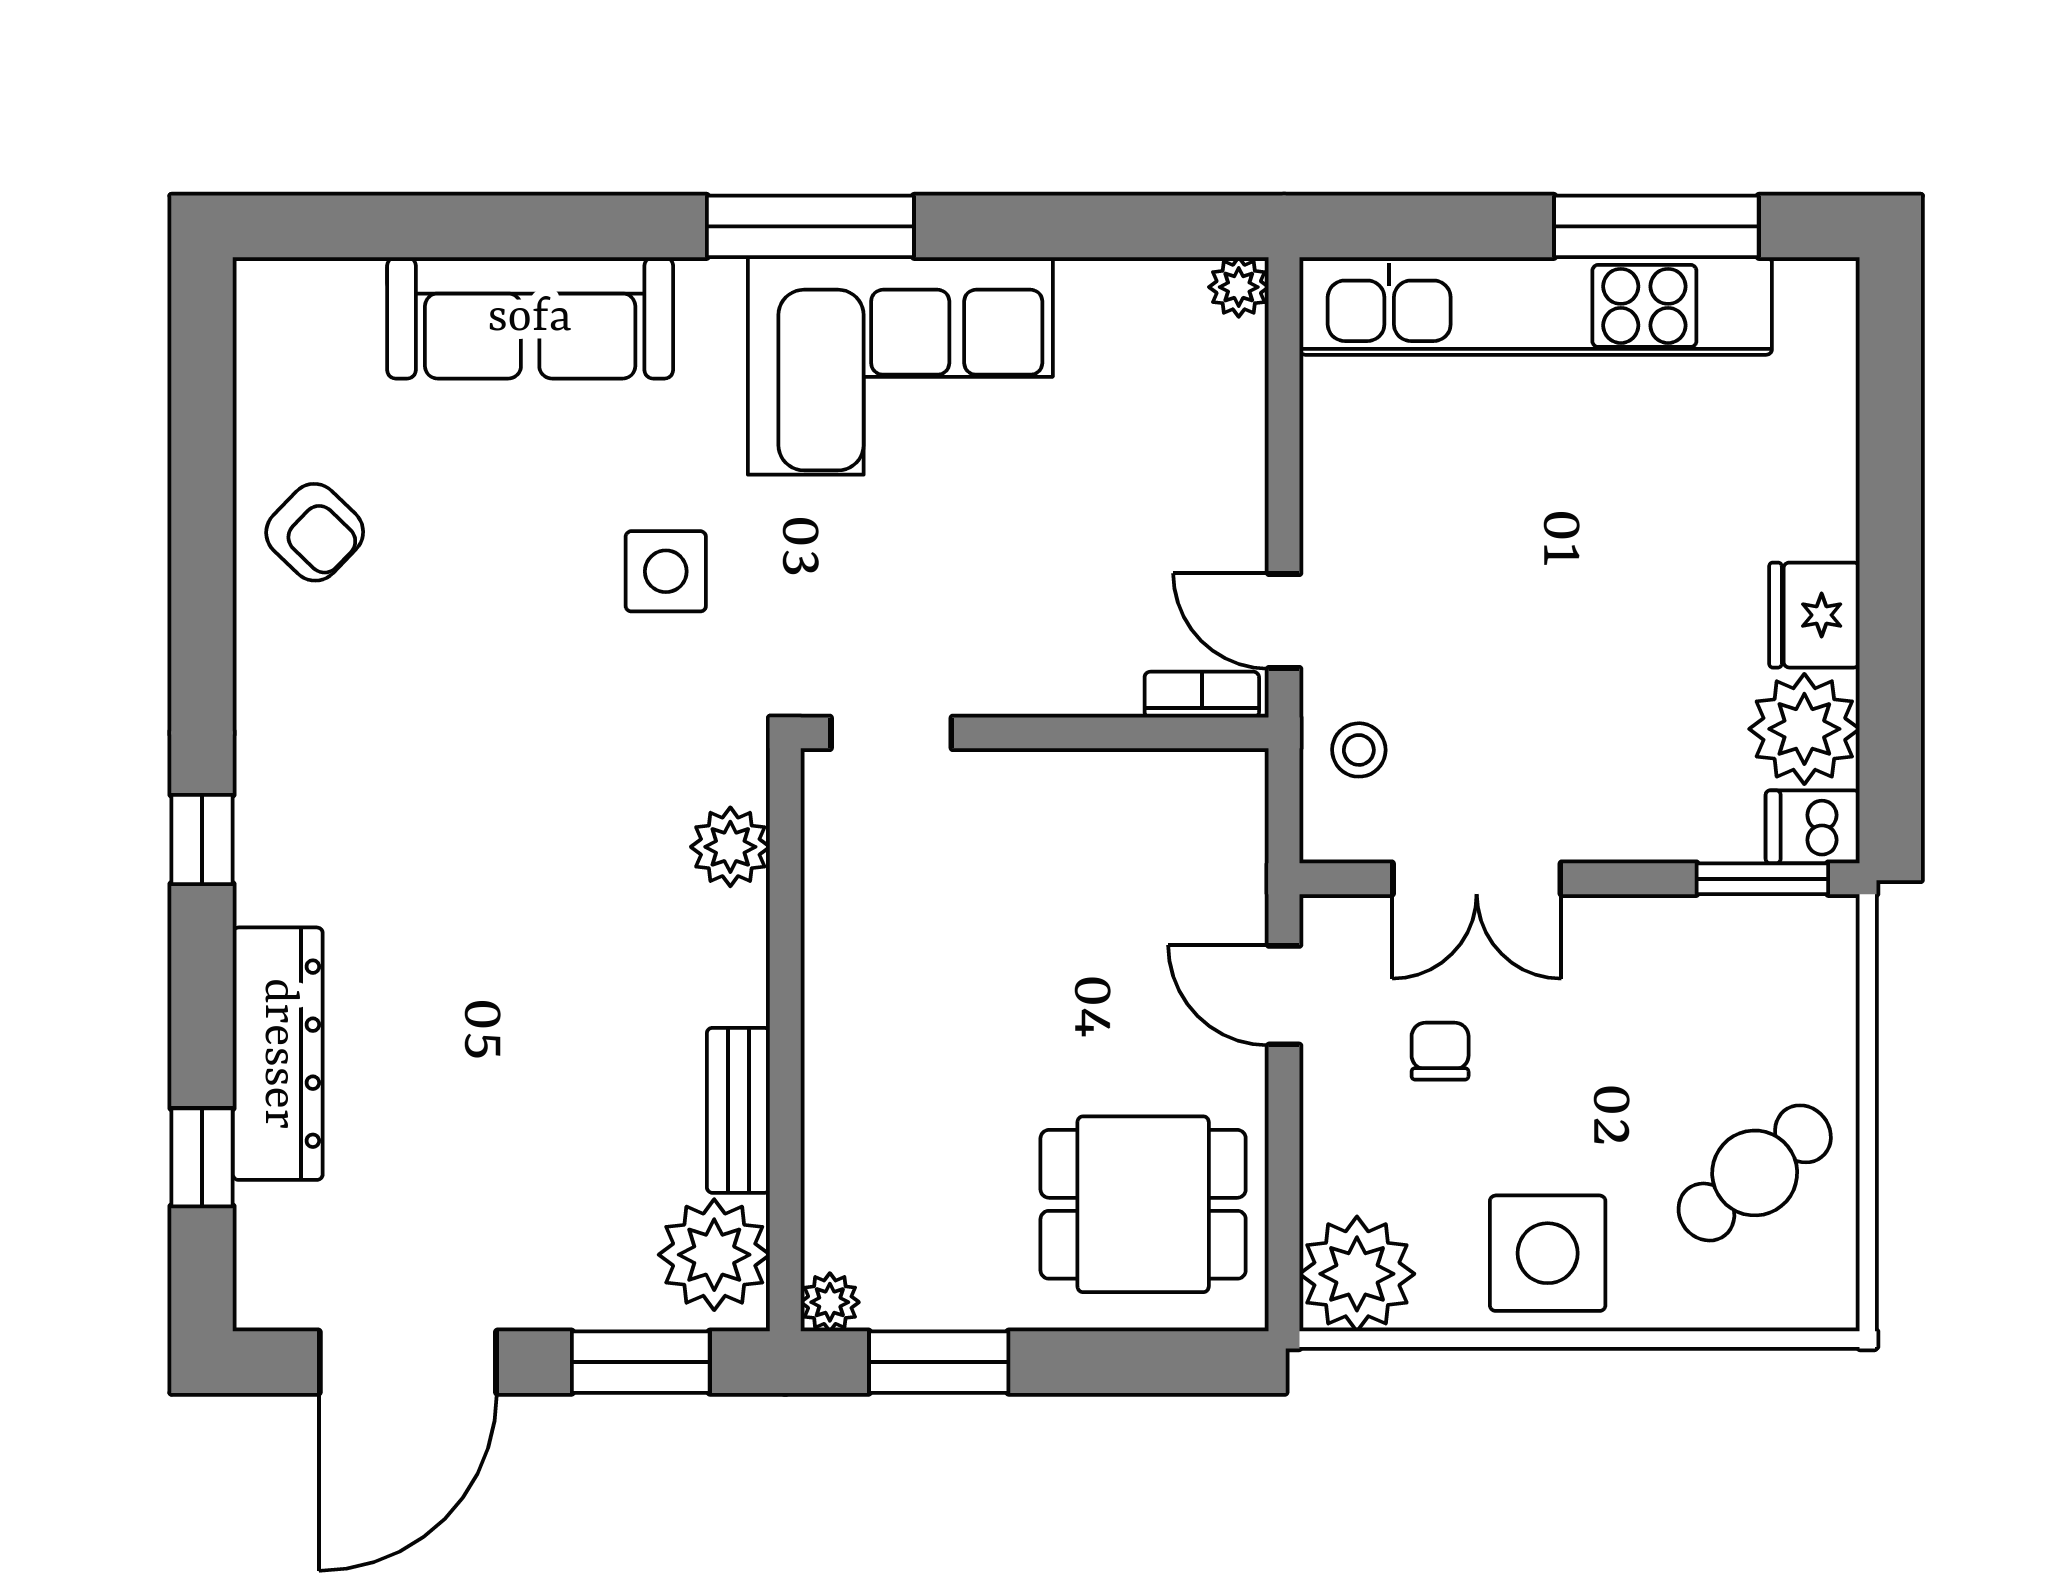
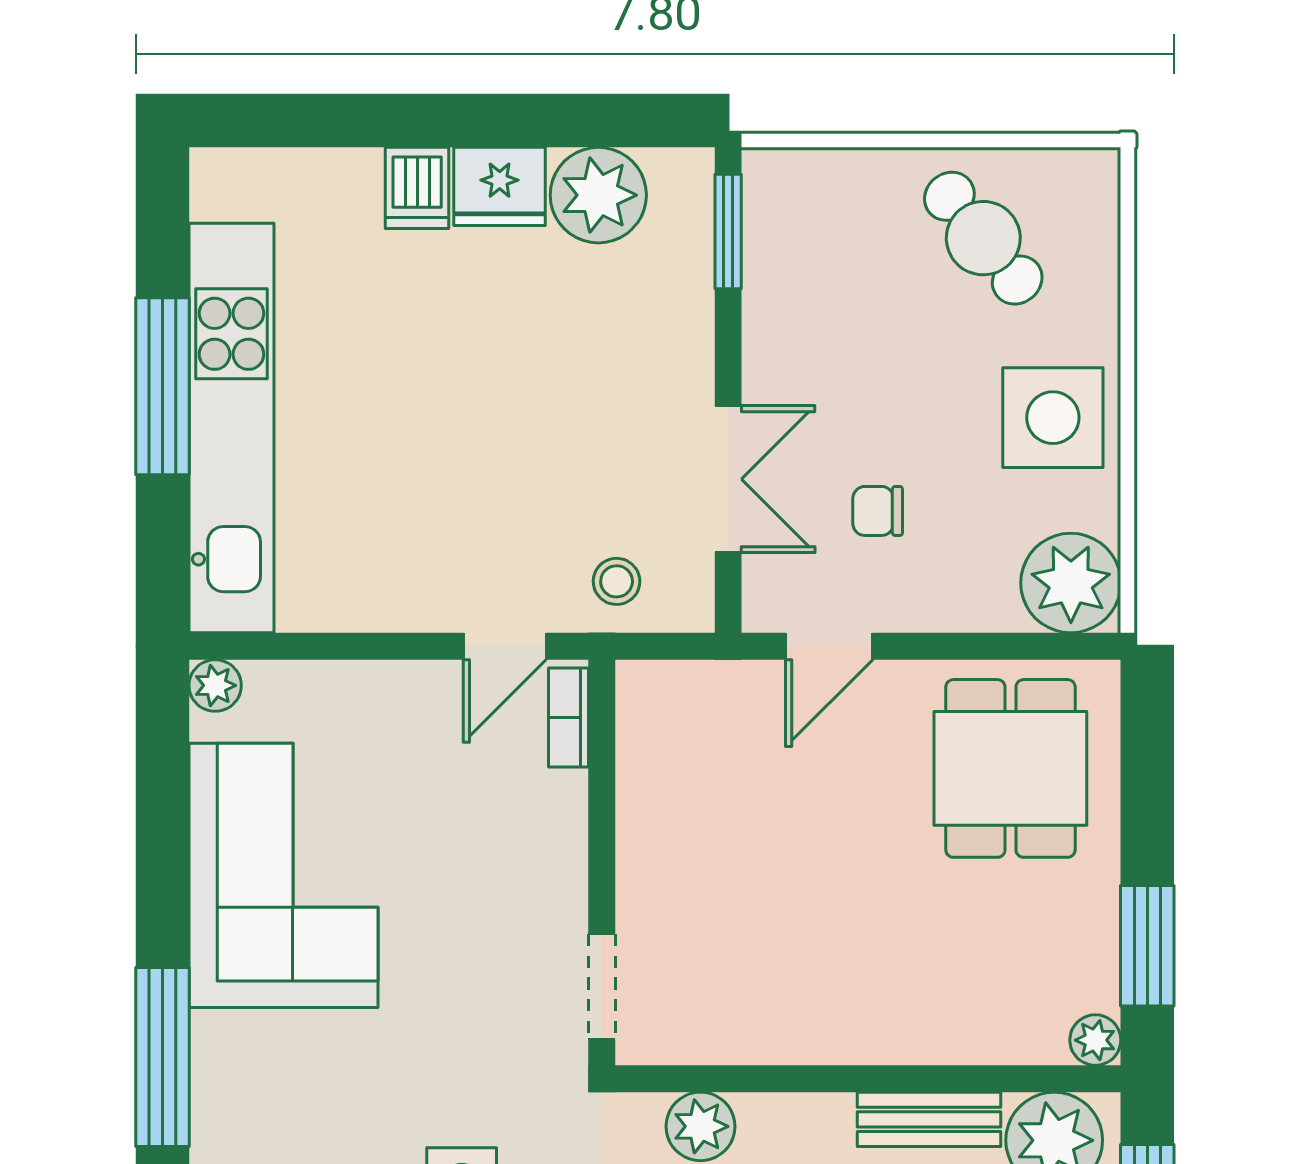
window: (1656, 226) -> (163, 386), moved
corner sofa: (900, 366) -> (283, 875), moved
dishwasher: (1813, 827) -> (417, 188), moved

